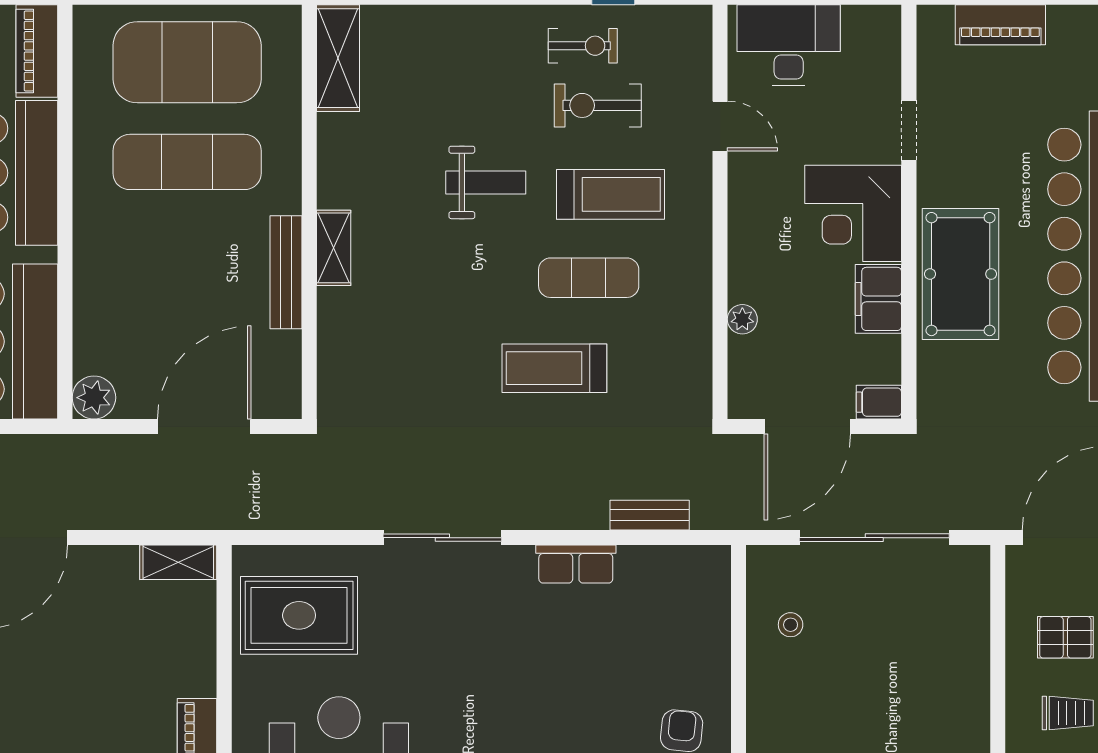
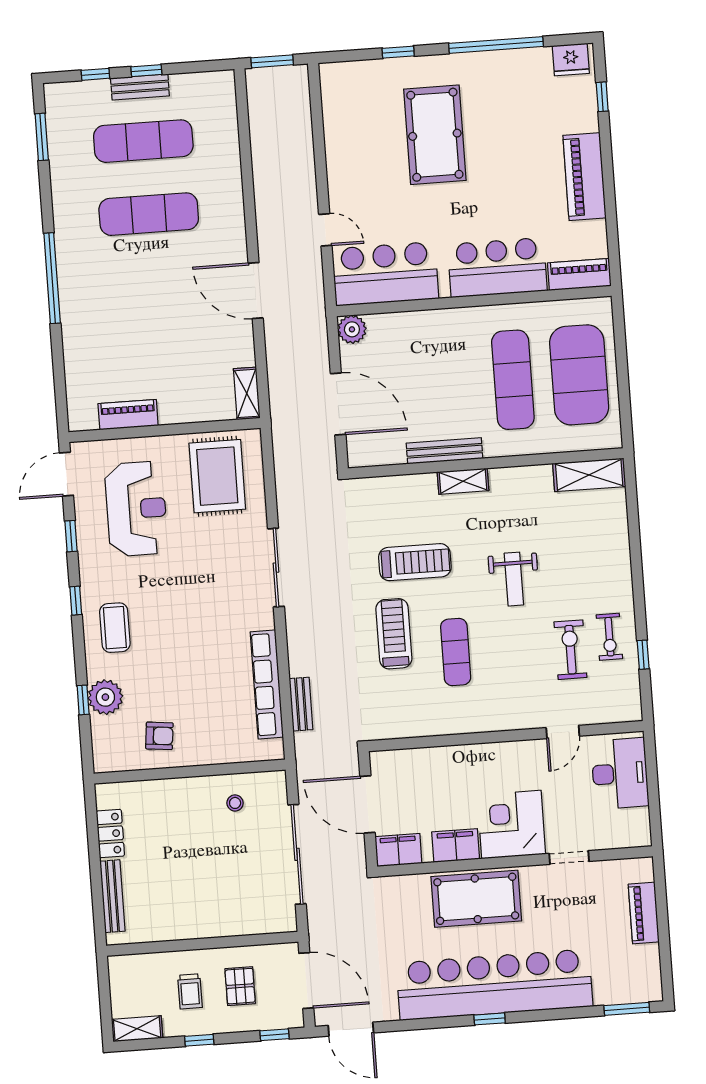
treadmill: (610, 194) -> (415, 562), moved, turned -90
plant: (742, 319) -> (436, 756), removed
filing cabinet: (879, 402) -> (398, 850), width x2.00
row of seats: (576, 564) -> (267, 684), width x2.02

